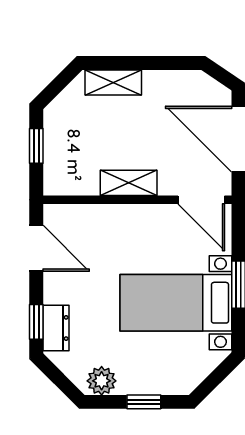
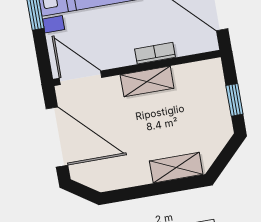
bookcase: (115, 212) -> (155, 53), added

